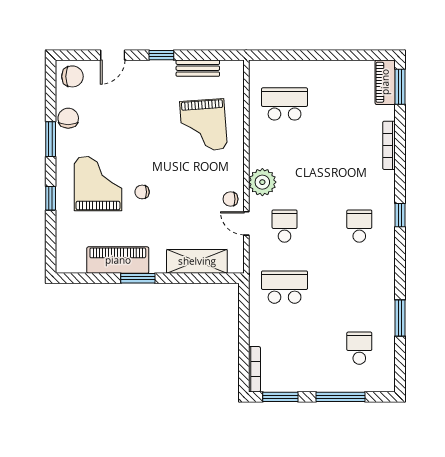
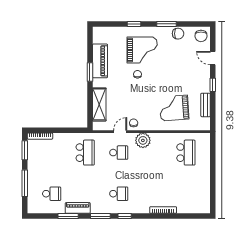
piano: (385, 82) -> (78, 208), moved
window: (400, 87) -> (100, 216), moved

